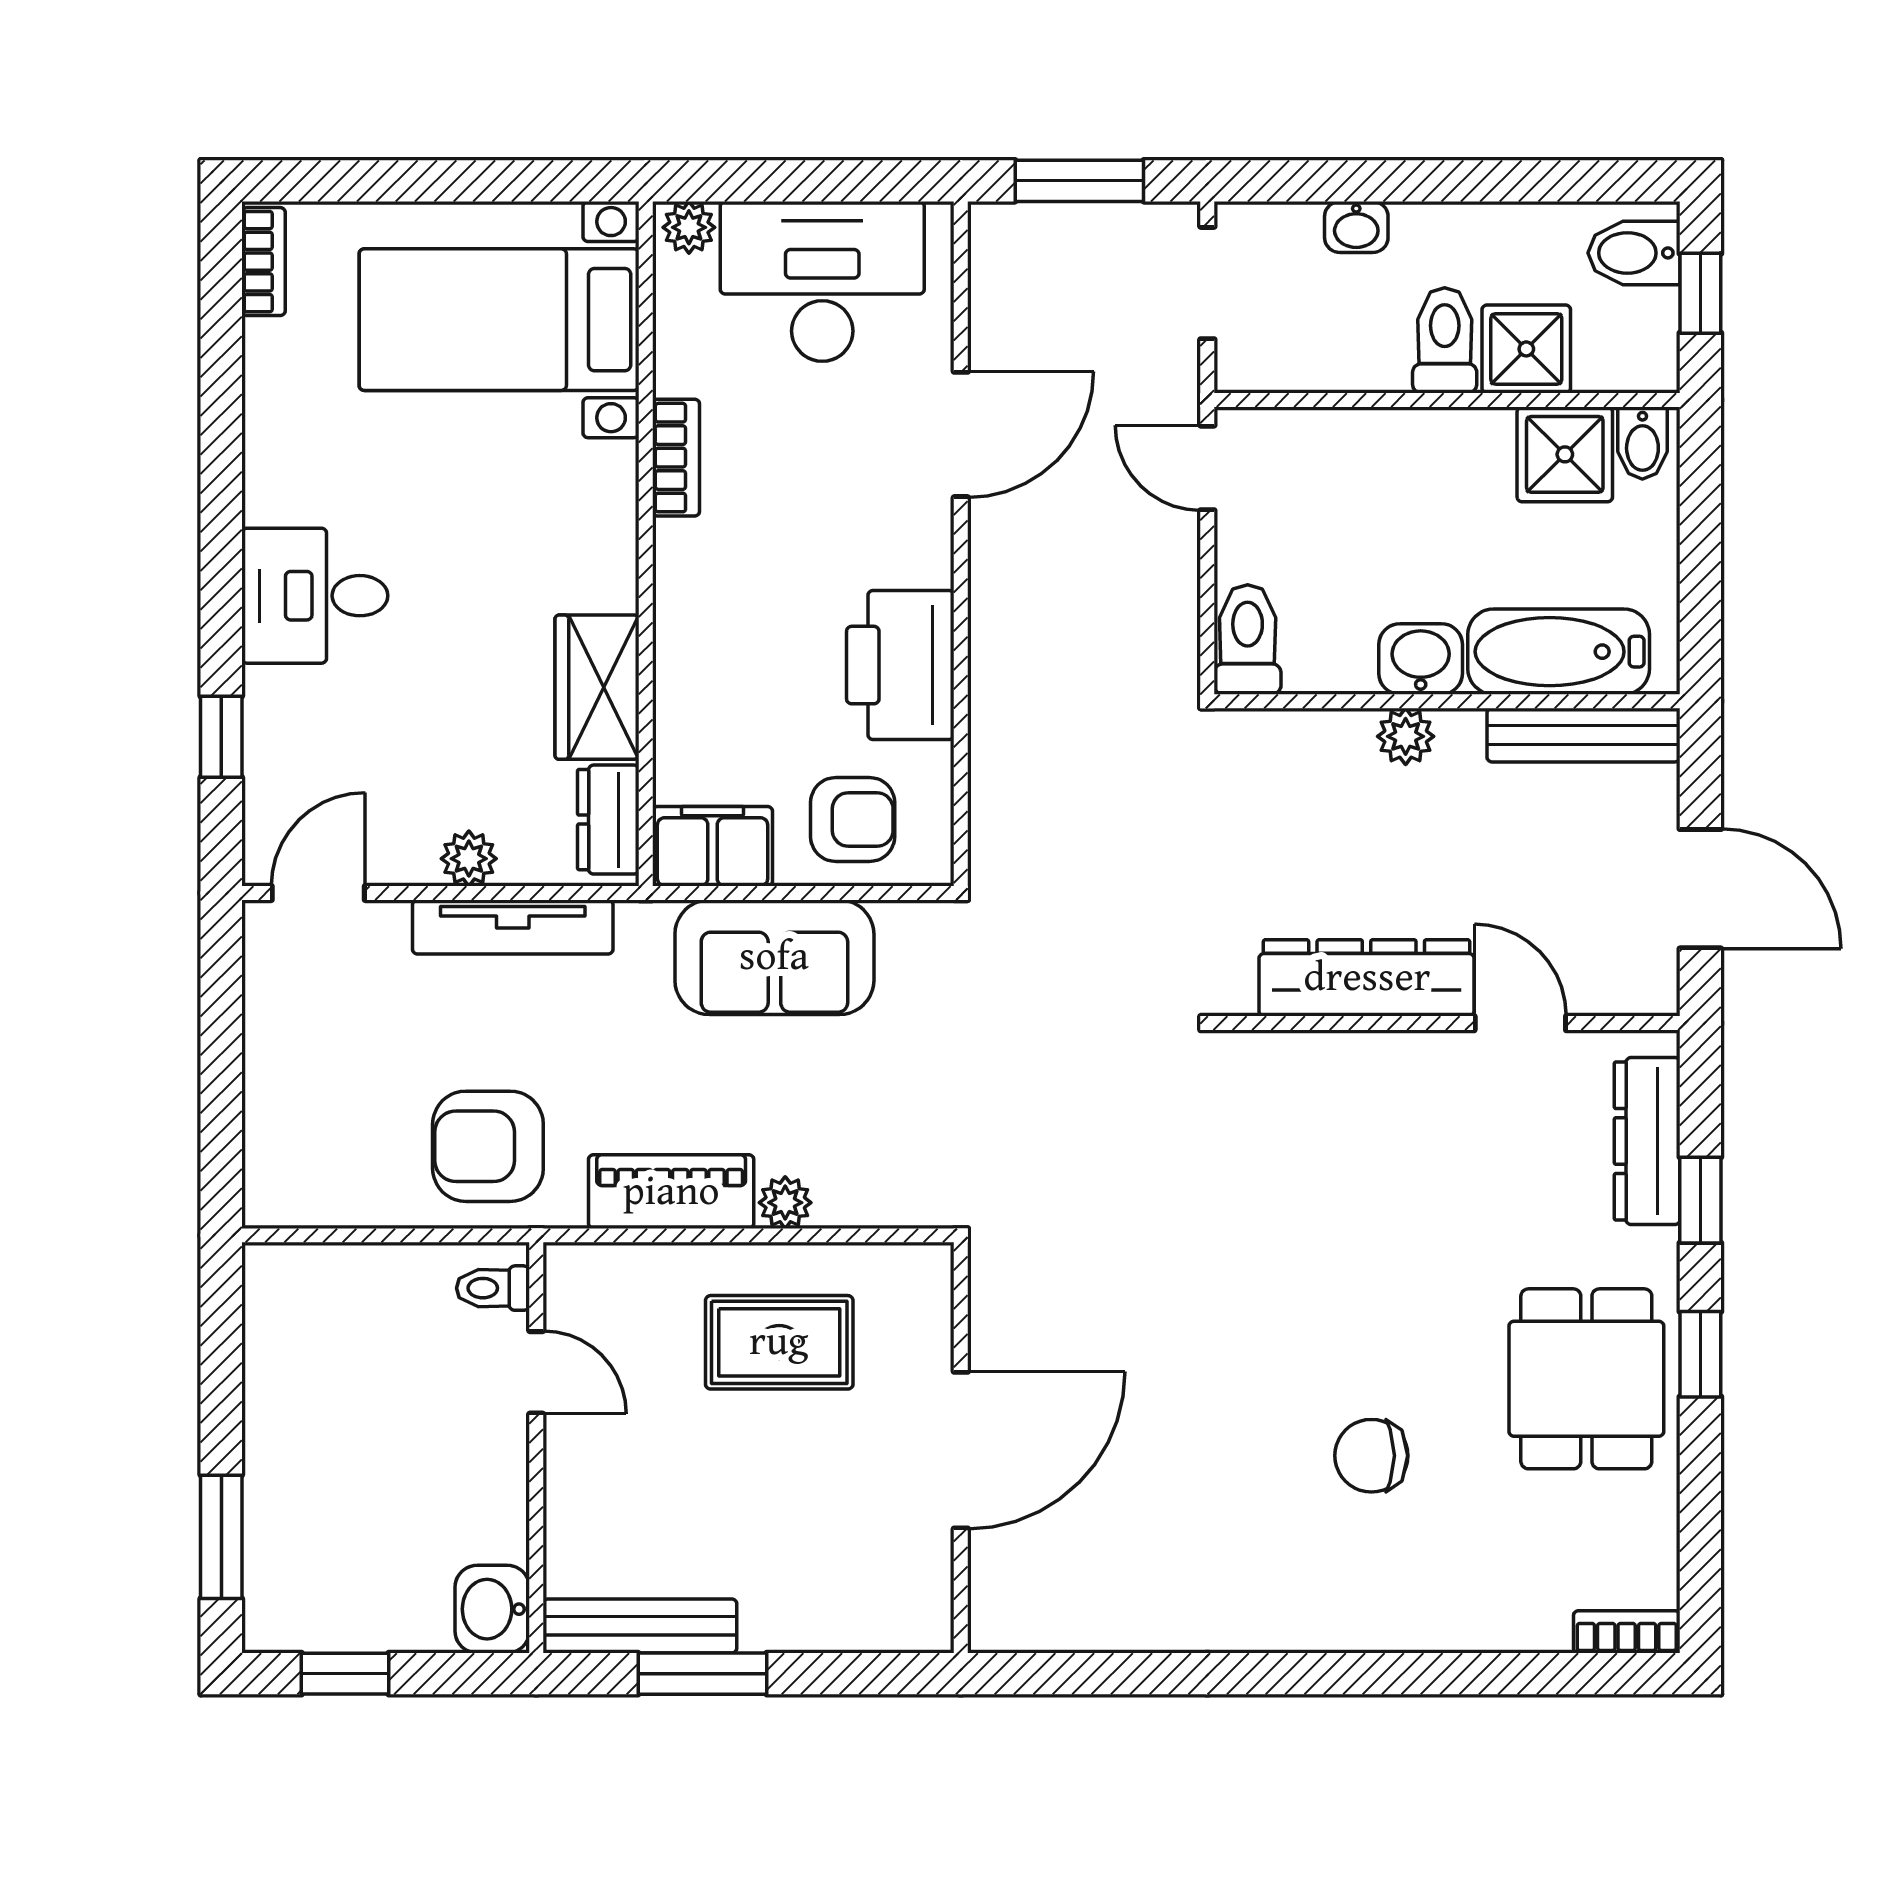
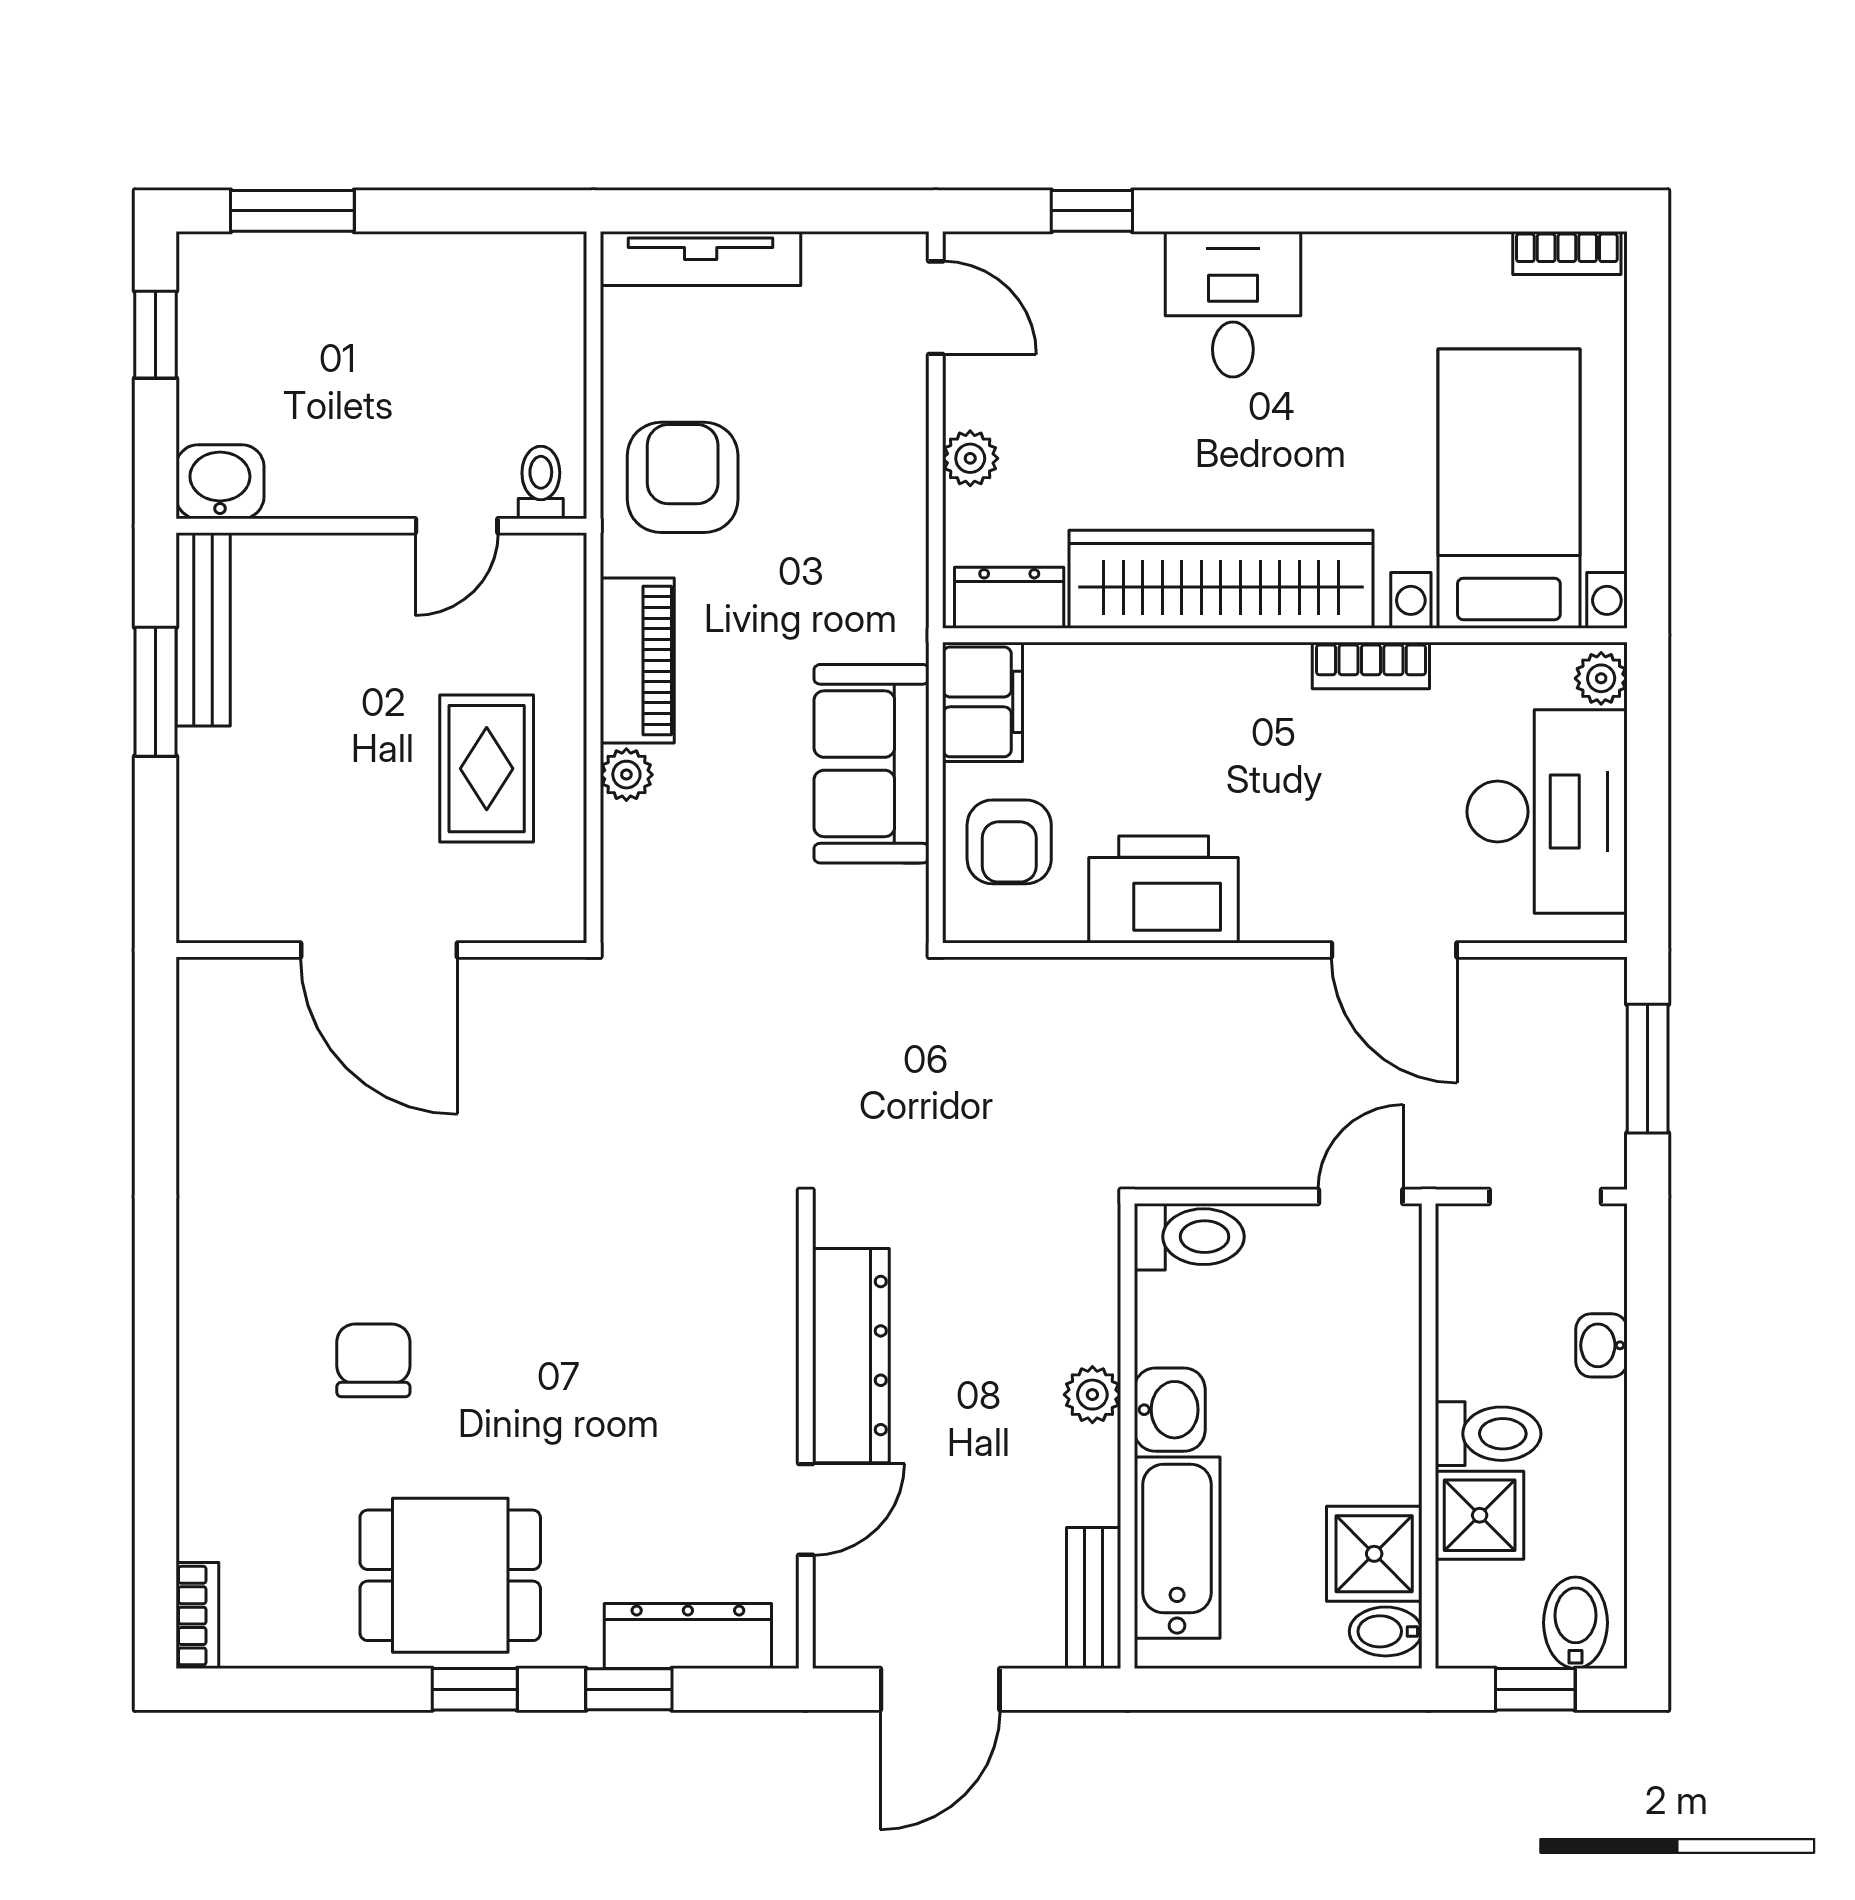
wardrobe: (597, 687) -> (1221, 579), width x2.10, depth x1.17
bench: (1583, 735) -> (1094, 1598), width x0.73
tv unit: (513, 927) -> (701, 259), moved, turned -90

